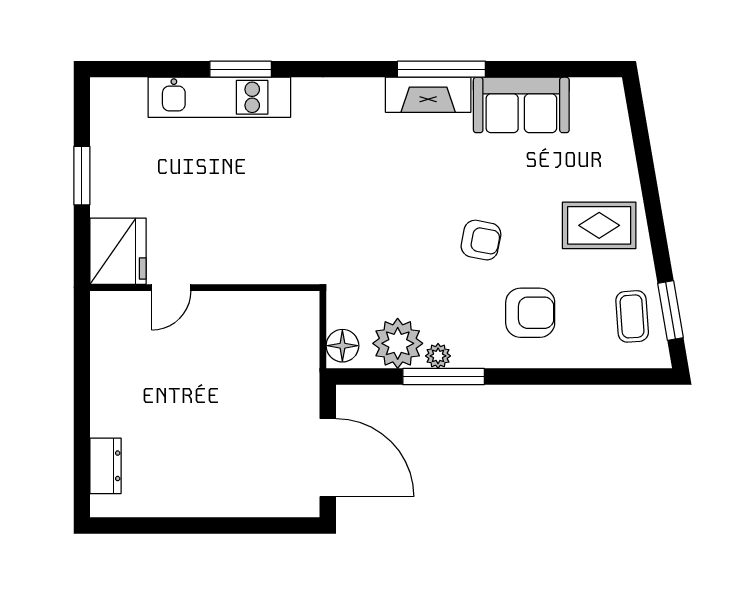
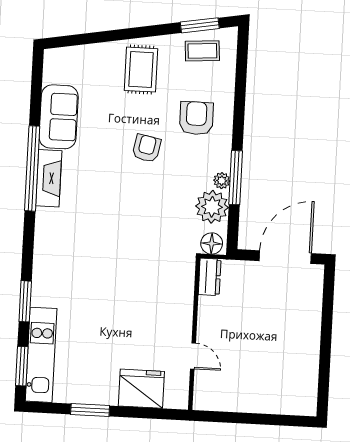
window: (143, 69) -> (22, 366), added
window: (441, 69) -> (32, 168), width x1.46
kitchen unit: (219, 97) -> (41, 355), moved
door: (171, 288) -> (193, 356), moved
wall: (205, 288) -> (194, 334), moved
dresser: (106, 466) -> (210, 277), moved, turned 90

